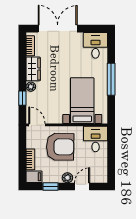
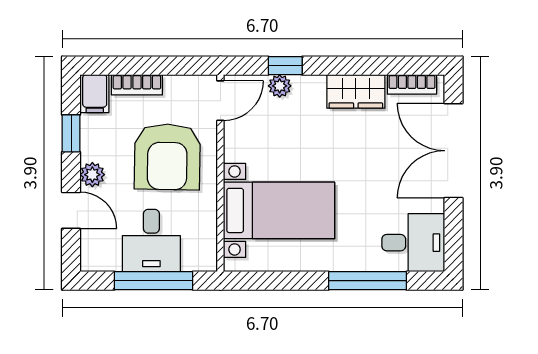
double door: (58, 29) -> (453, 151), swing flipped
window: (111, 79) -> (368, 281), moved
plant: (31, 87) -> (280, 86), moved
desk: (96, 139) -> (151, 241), moved, turned 90
window: (111, 152) -> (154, 281), added

